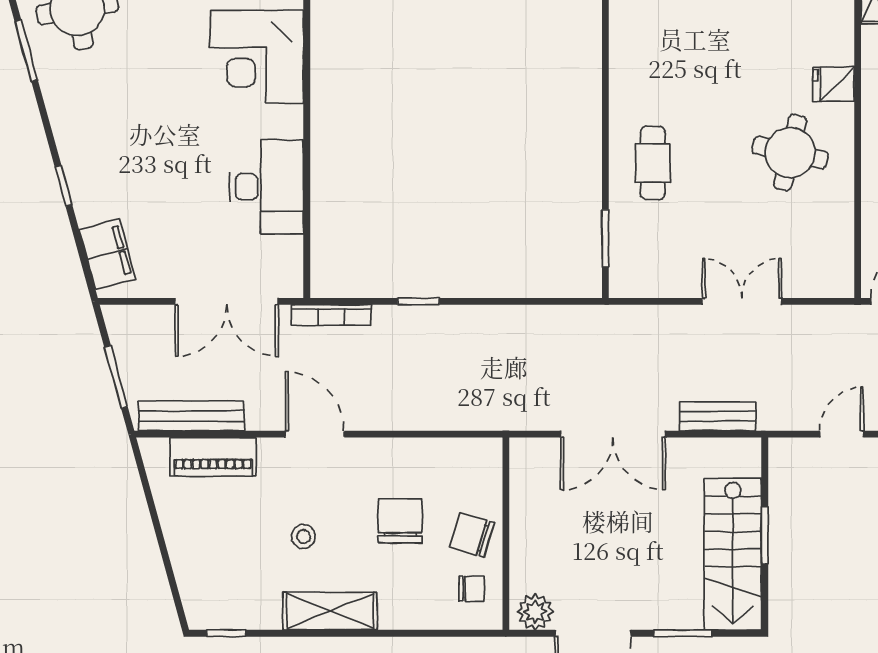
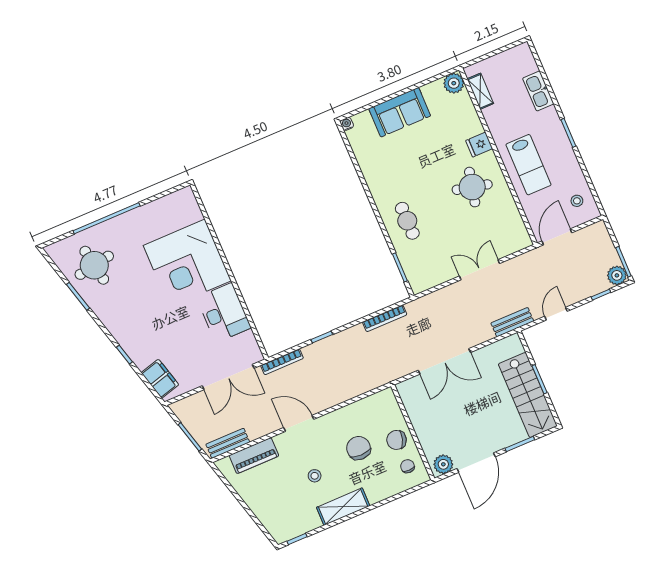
corner desk: (257, 57) -> (187, 263), width x1.36, depth x1.36
bookcase: (541, 315) -> (385, 318), added
bench: (191, 416) -> (228, 443), width x0.73
bench: (718, 416) -> (512, 322), moved
chair: (472, 589) -> (407, 466), turned -90

